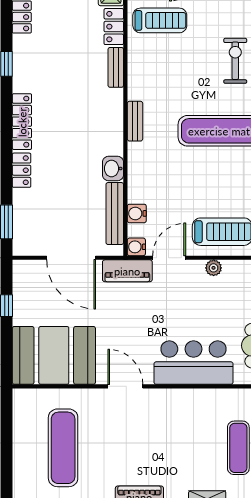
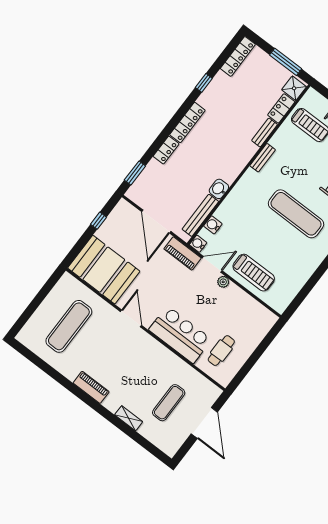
bench: (135, 121) -> (263, 158), moved
plant: (214, 268) -> (223, 282), moved

